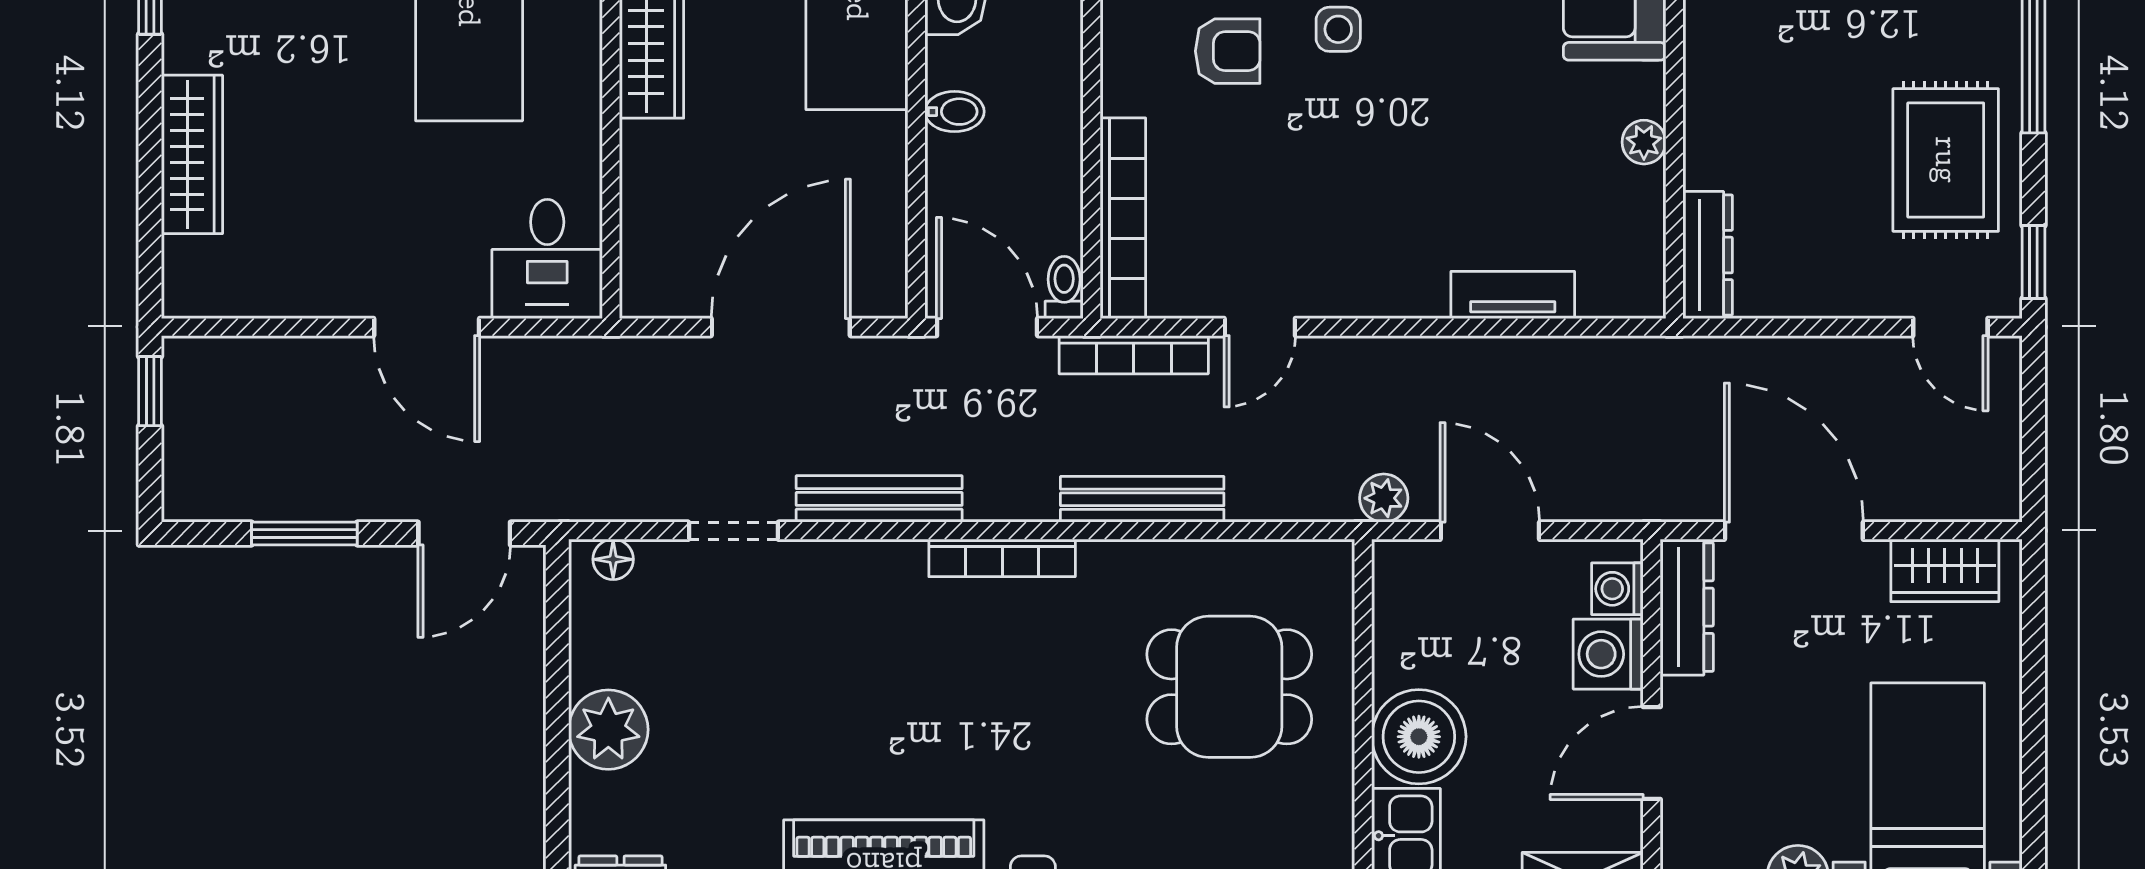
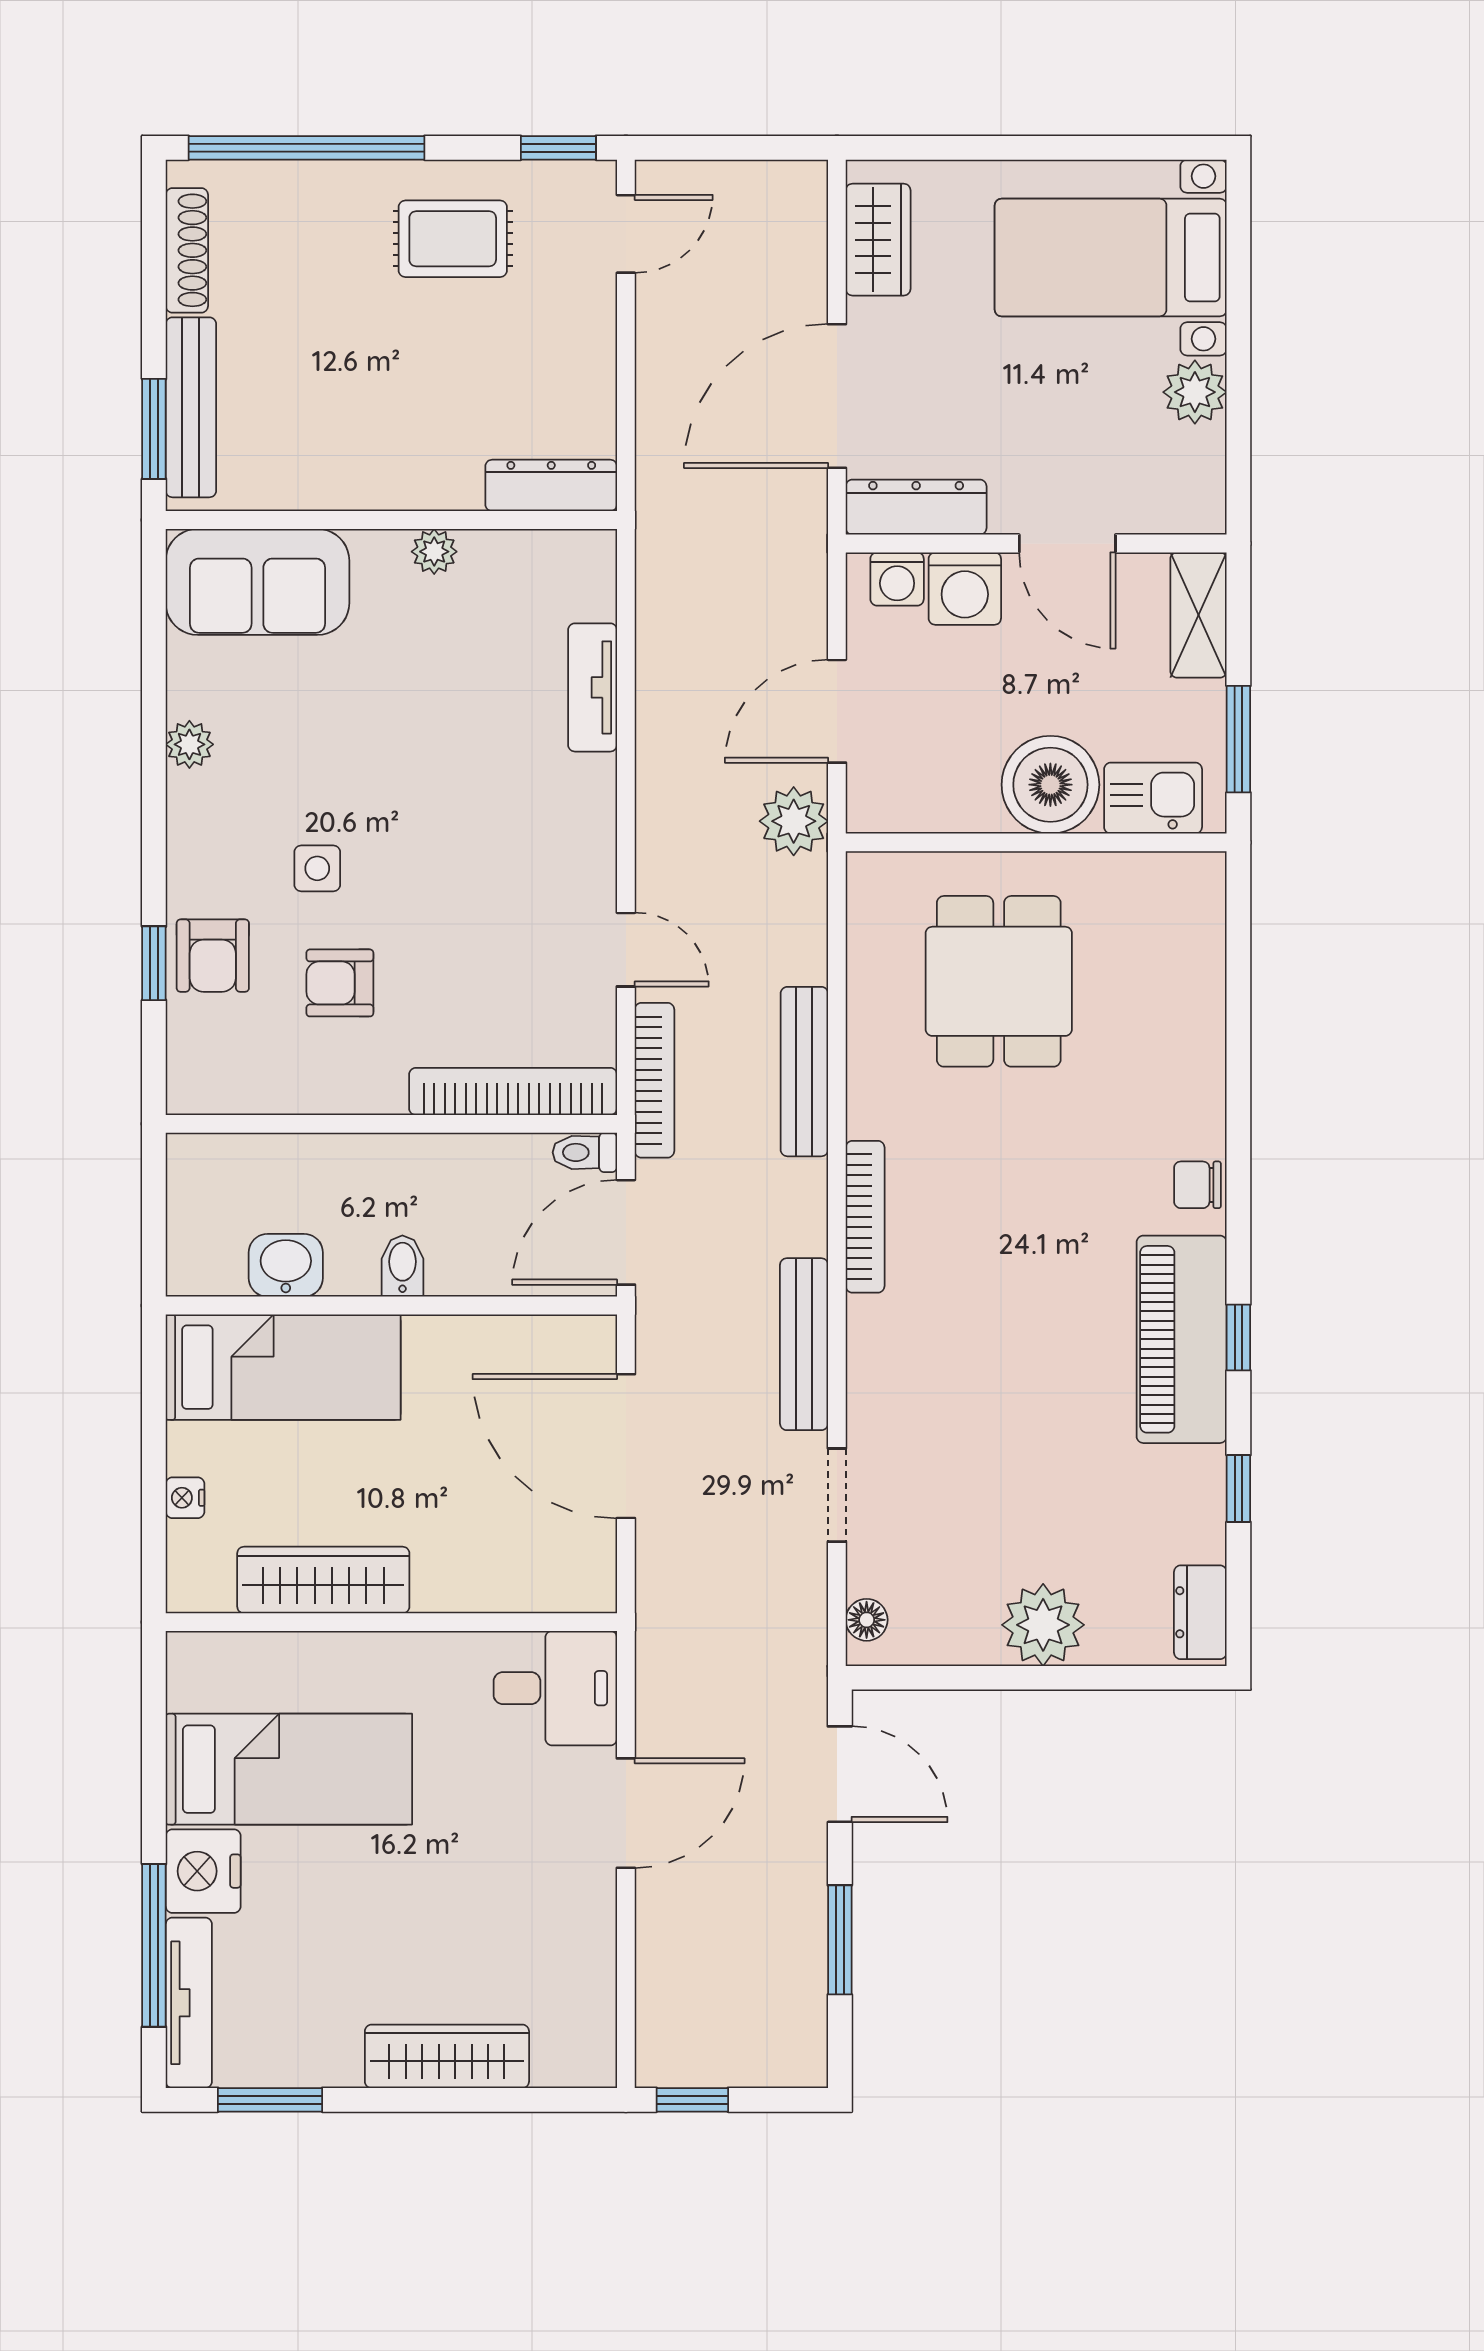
armchair: (1228, 51) -> (340, 983), turned -90
rug: (1946, 160) -> (453, 239), width x0.73, depth x0.70
plant: (1384, 498) -> (794, 821), width x1.38, depth x1.38

